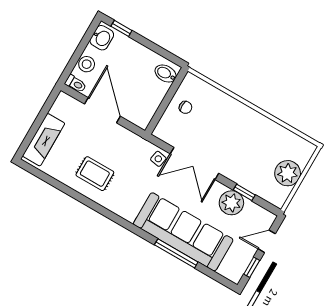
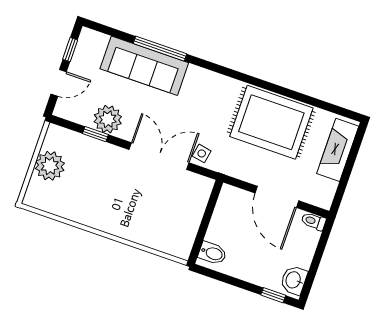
stool: (87, 64) -> (305, 246), removed
chair: (185, 107) -> (182, 219), removed
rug: (95, 174) -> (271, 122), width x1.86, depth x2.06
sofa: (183, 232) -> (144, 66), width x0.74, depth x0.79

